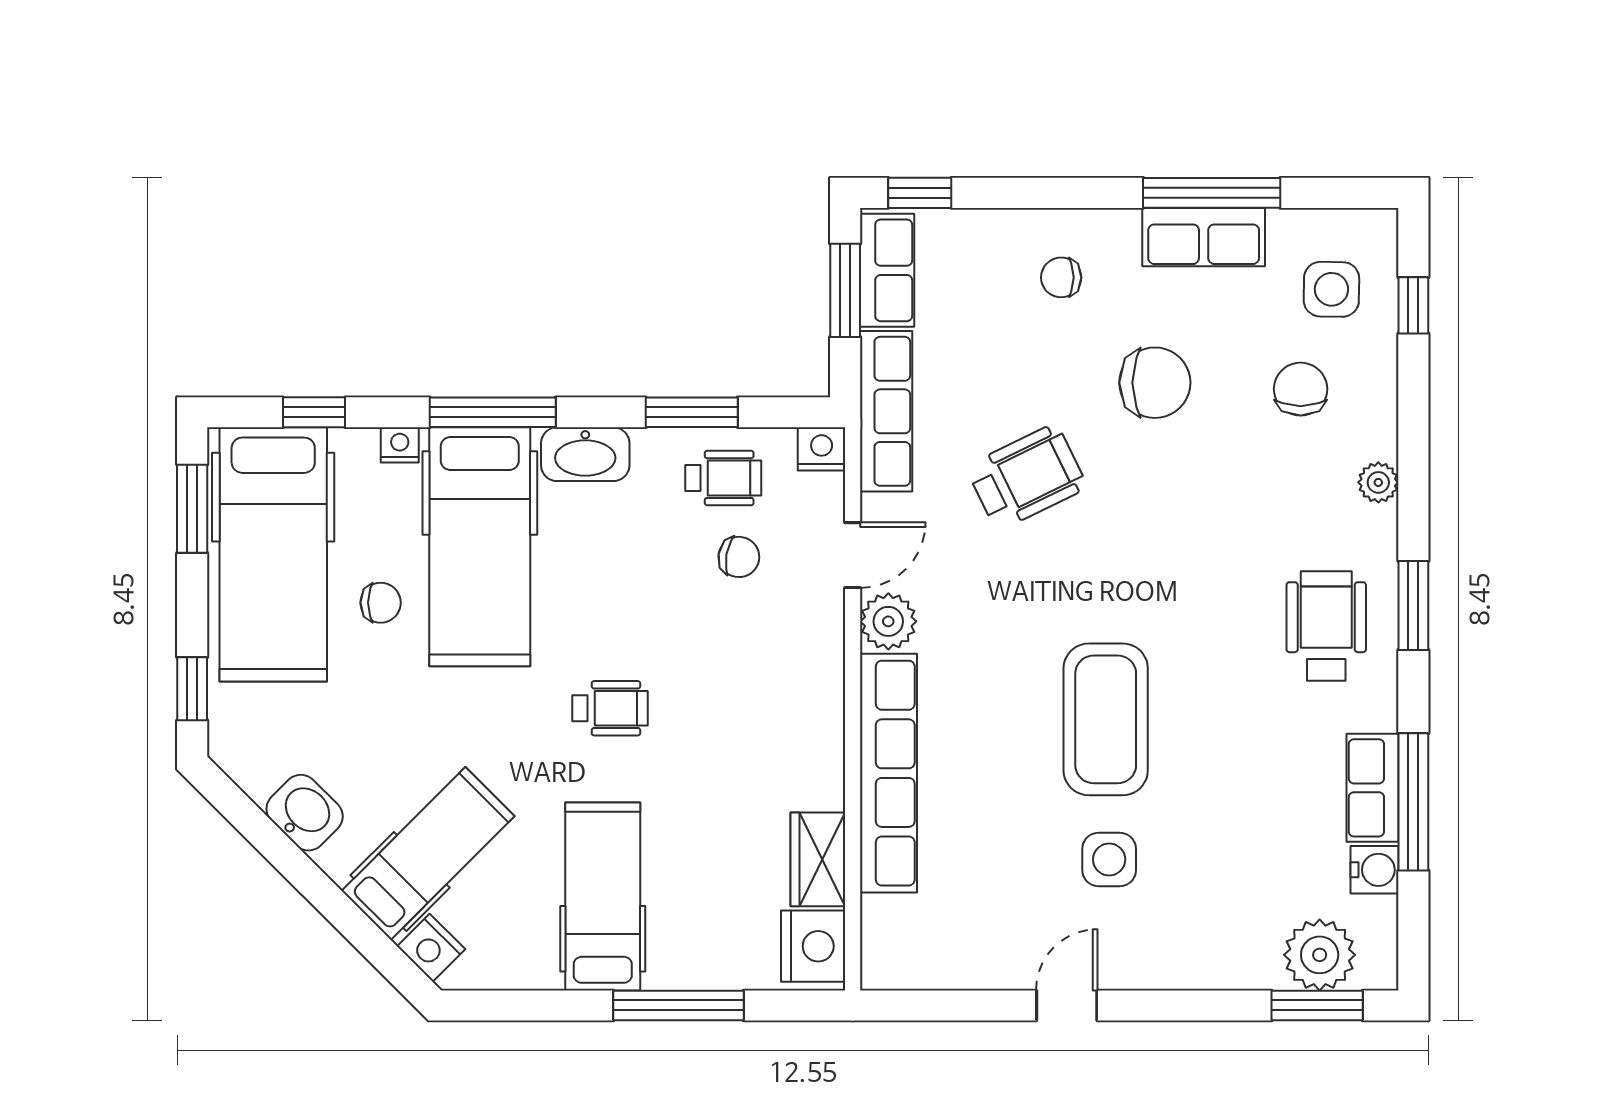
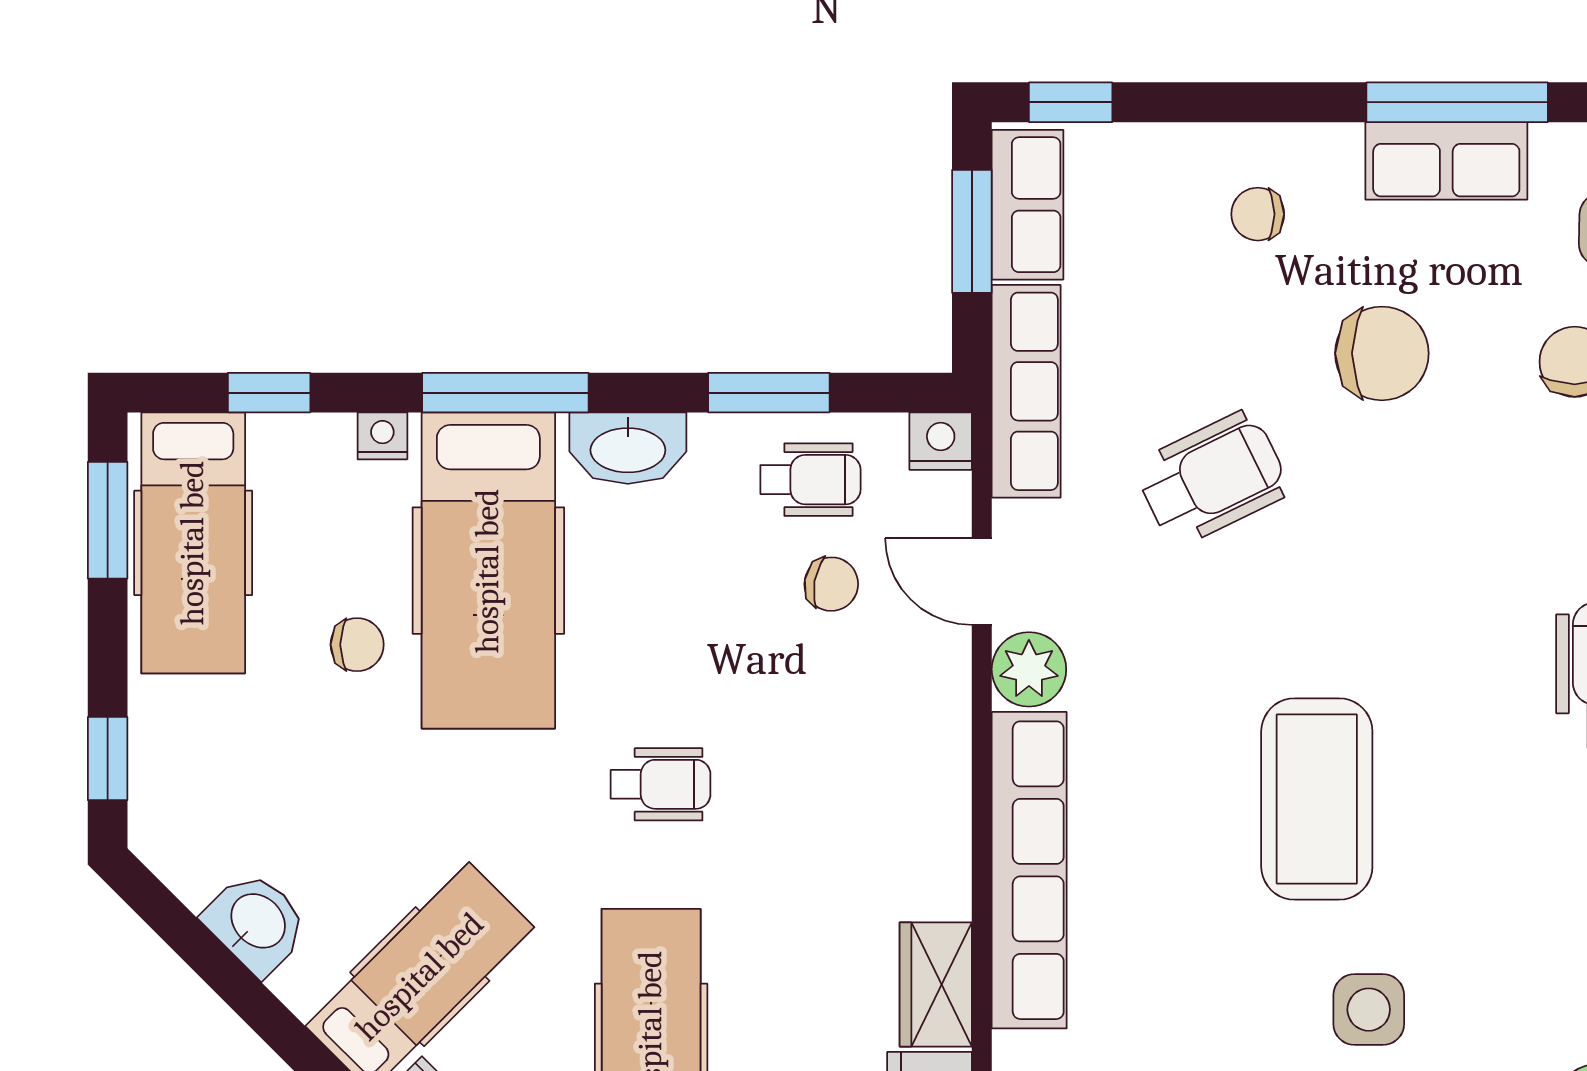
hospital bed: (273, 554) -> (193, 543), width x0.73, depth x0.78
door: (853, 555) -> (982, 582), swing flipped
side table: (1109, 859) -> (1369, 1010), moved

